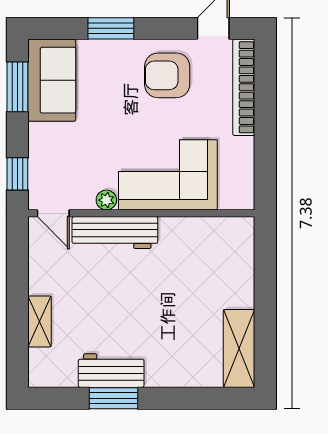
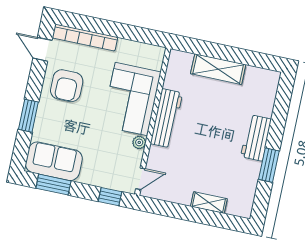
workbench: (115, 233) -> (166, 118), moved
shelving: (239, 348) -> (218, 69), moved
workbench: (111, 371) -> (256, 138), moved

